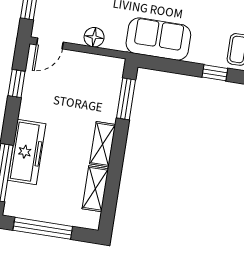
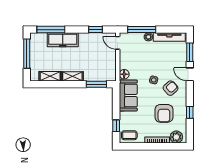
floor lamp: (94, 37) -> (124, 74), moved

